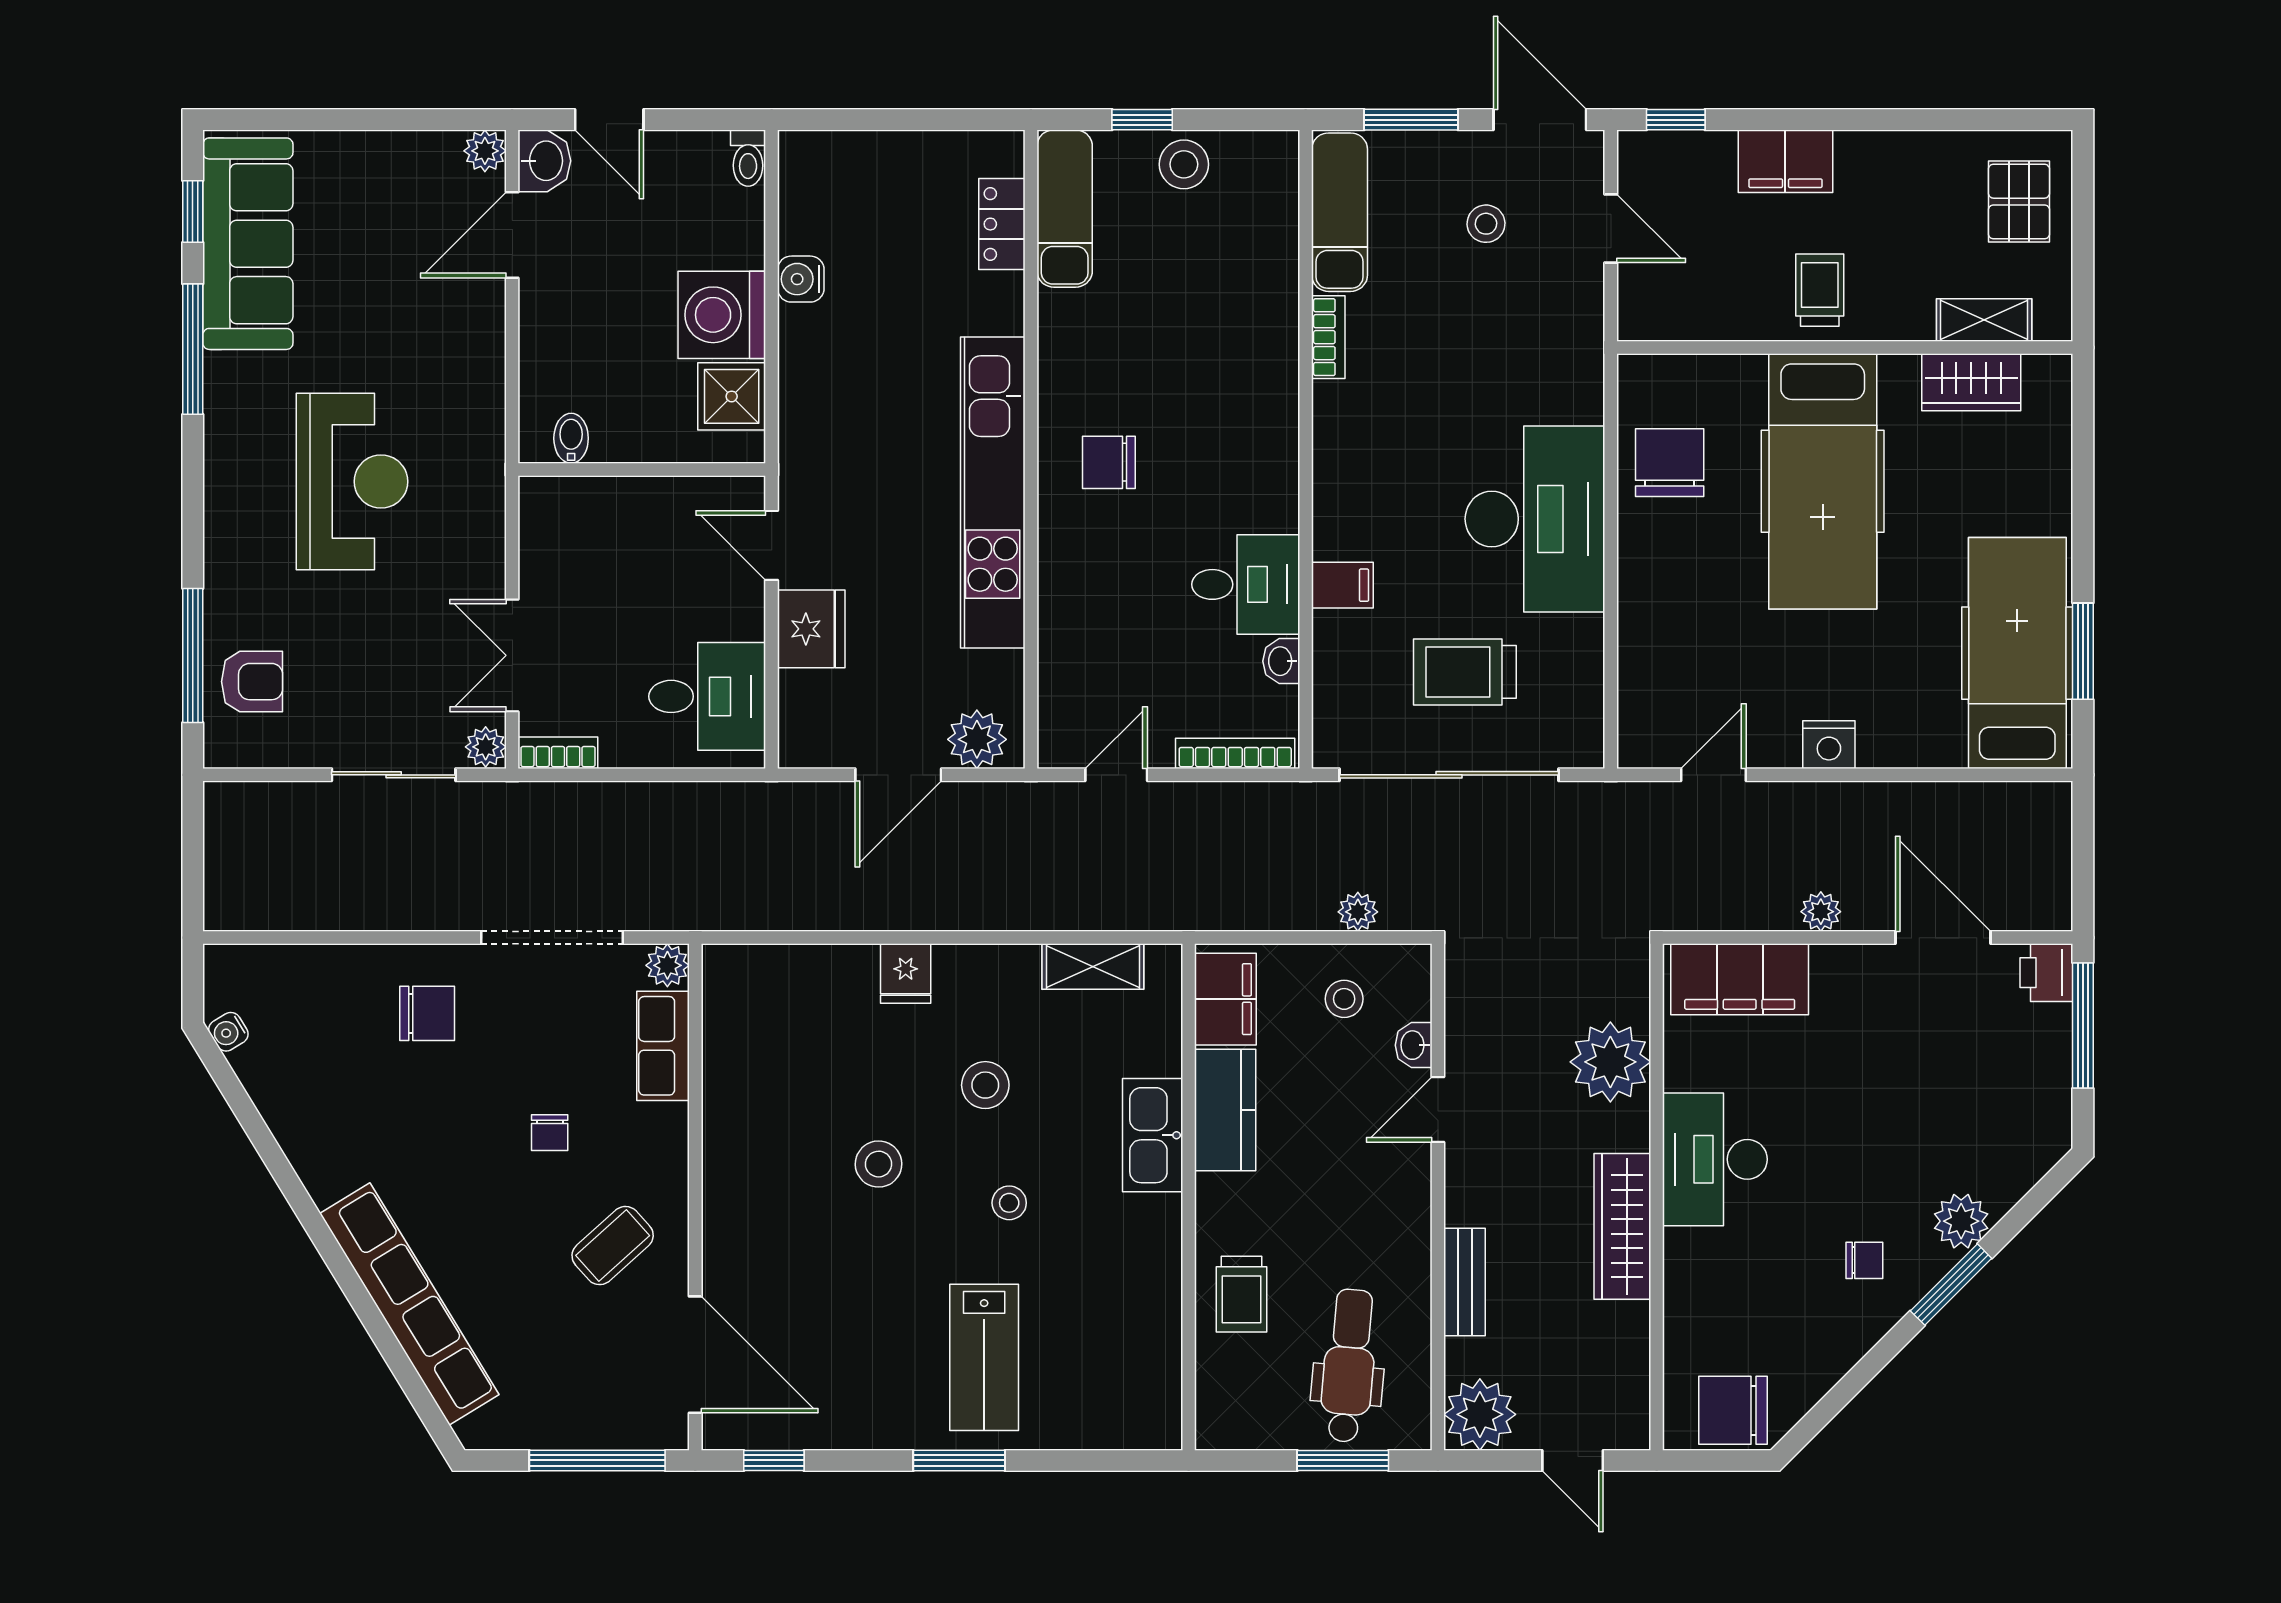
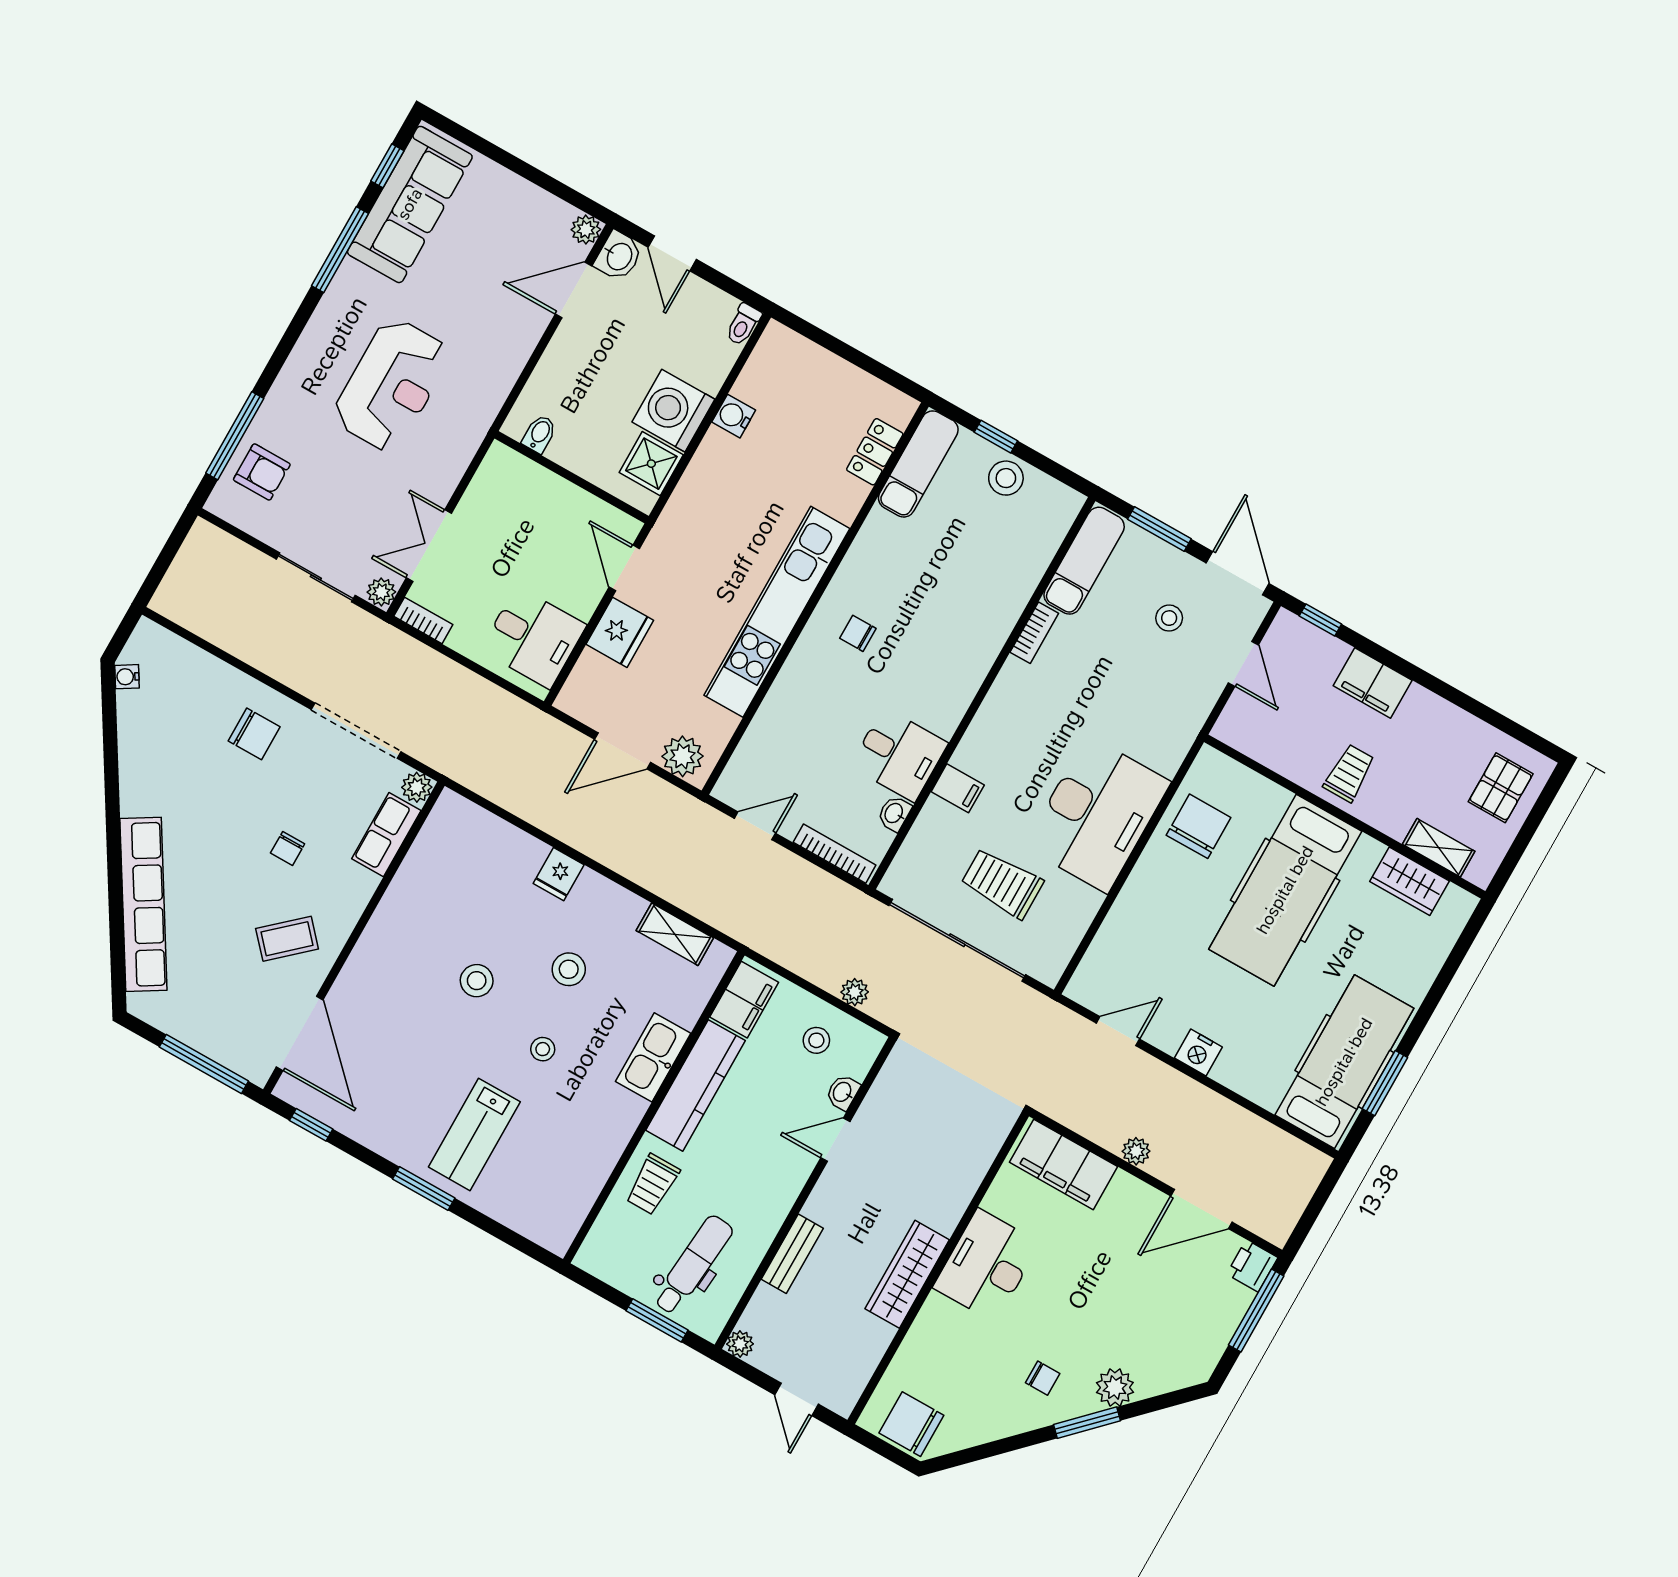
chair: (1109, 462) -> (858, 633), width x0.73, depth x0.73
door: (1943, 938) -> (1201, 1209), swing flipped
plant: (1610, 1062) -> (956, 1170), removed
kitchen counter: (1225, 1110) -> (695, 1085), width x1.50
plant: (1480, 1414) -> (740, 1344), width x0.53, depth x0.53

